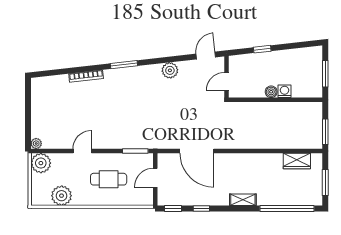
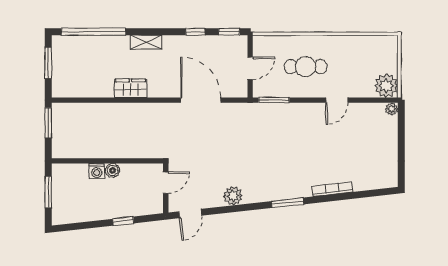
wardrobe: (297, 161) -> (130, 88), moved
plant: (62, 196) -> (362, 47), removed

